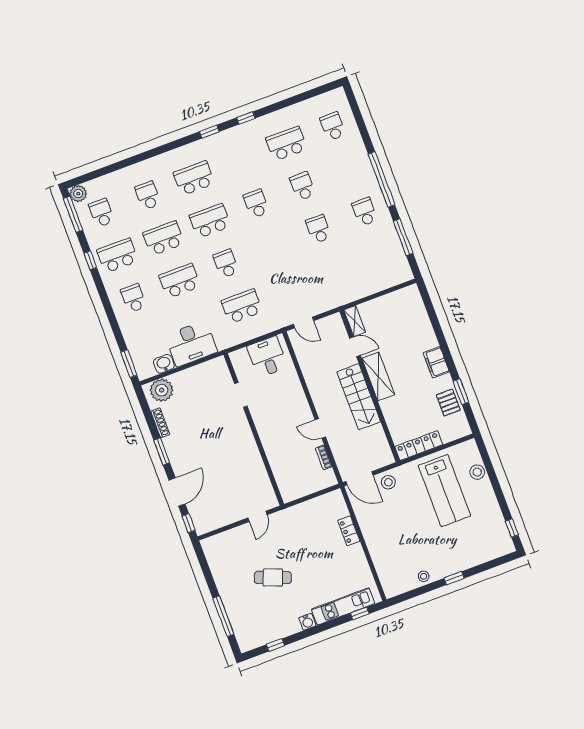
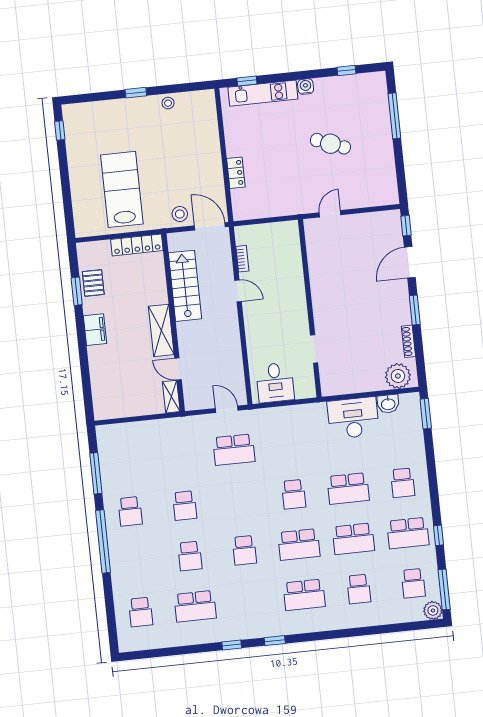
school desk: (242, 306) -> (234, 450), moved
stairs: (359, 397) -> (185, 286), moved
stool: (477, 472) -> (82, 200), removed

